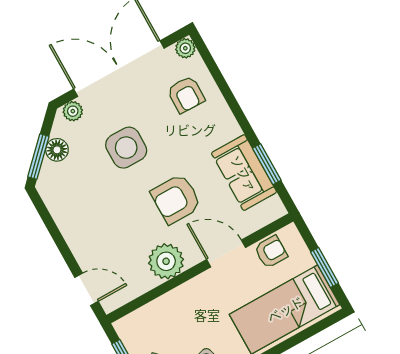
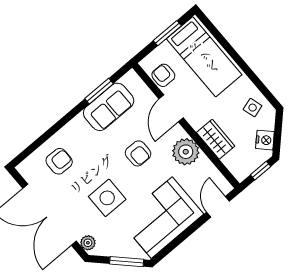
plant: (185, 48) -> (25, 168), removed
floor lamp: (57, 150) -> (119, 249), removed
armchair: (176, 199) -> (138, 153), width x0.72, depth x0.72
corner sofa: (87, 213) -> (162, 218), added
wardrobe: (175, 303) -> (216, 139), added

